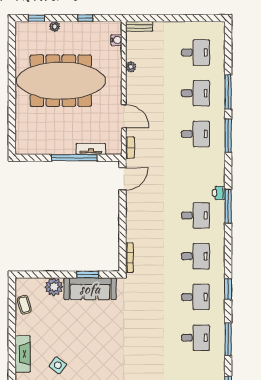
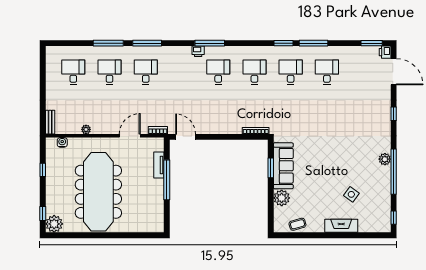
plant: (55, 26) -> (54, 224), moved, width x1.87, depth x1.87
window: (228, 339) -> (314, 43), moved

